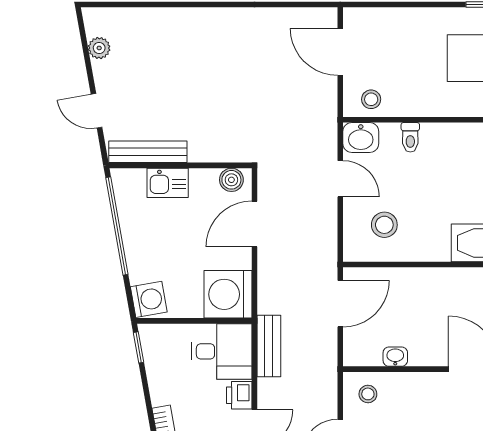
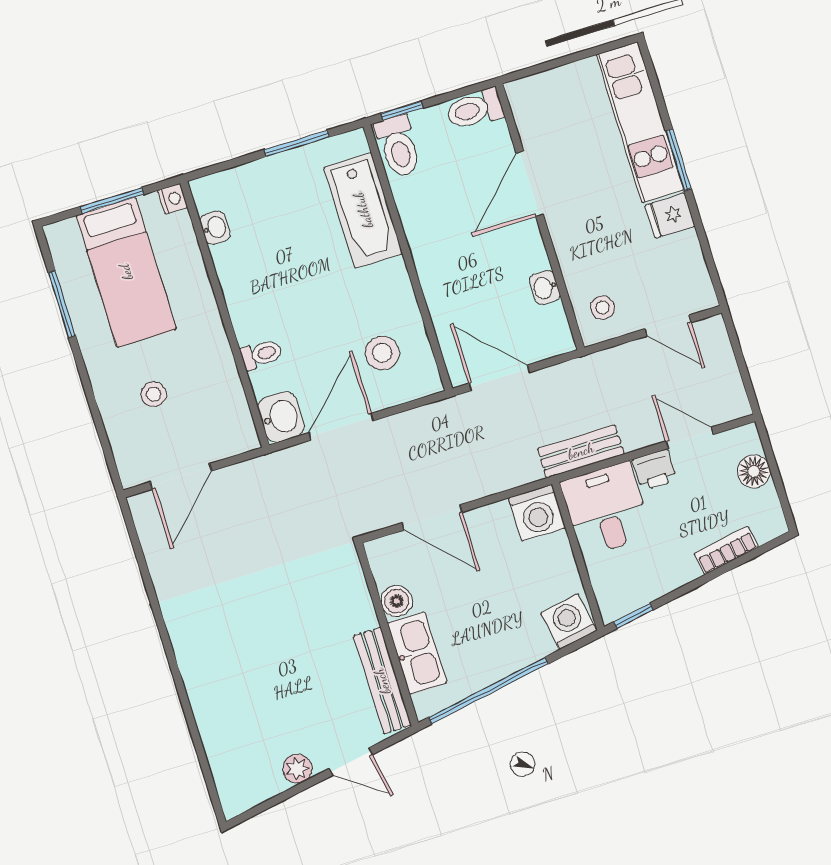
plant: (99, 48) -> (297, 769), moved
stool: (371, 99) -> (154, 394), moved
door: (96, 111) -> (351, 762), hinge flipped
door: (340, 179) -> (341, 427), width x1.37
boiler: (231, 180) -> (397, 601), moved
kitchen sink: (168, 183) -> (417, 653), width x1.38
washing machine: (228, 294) -> (537, 513), width x0.73, depth x0.73

